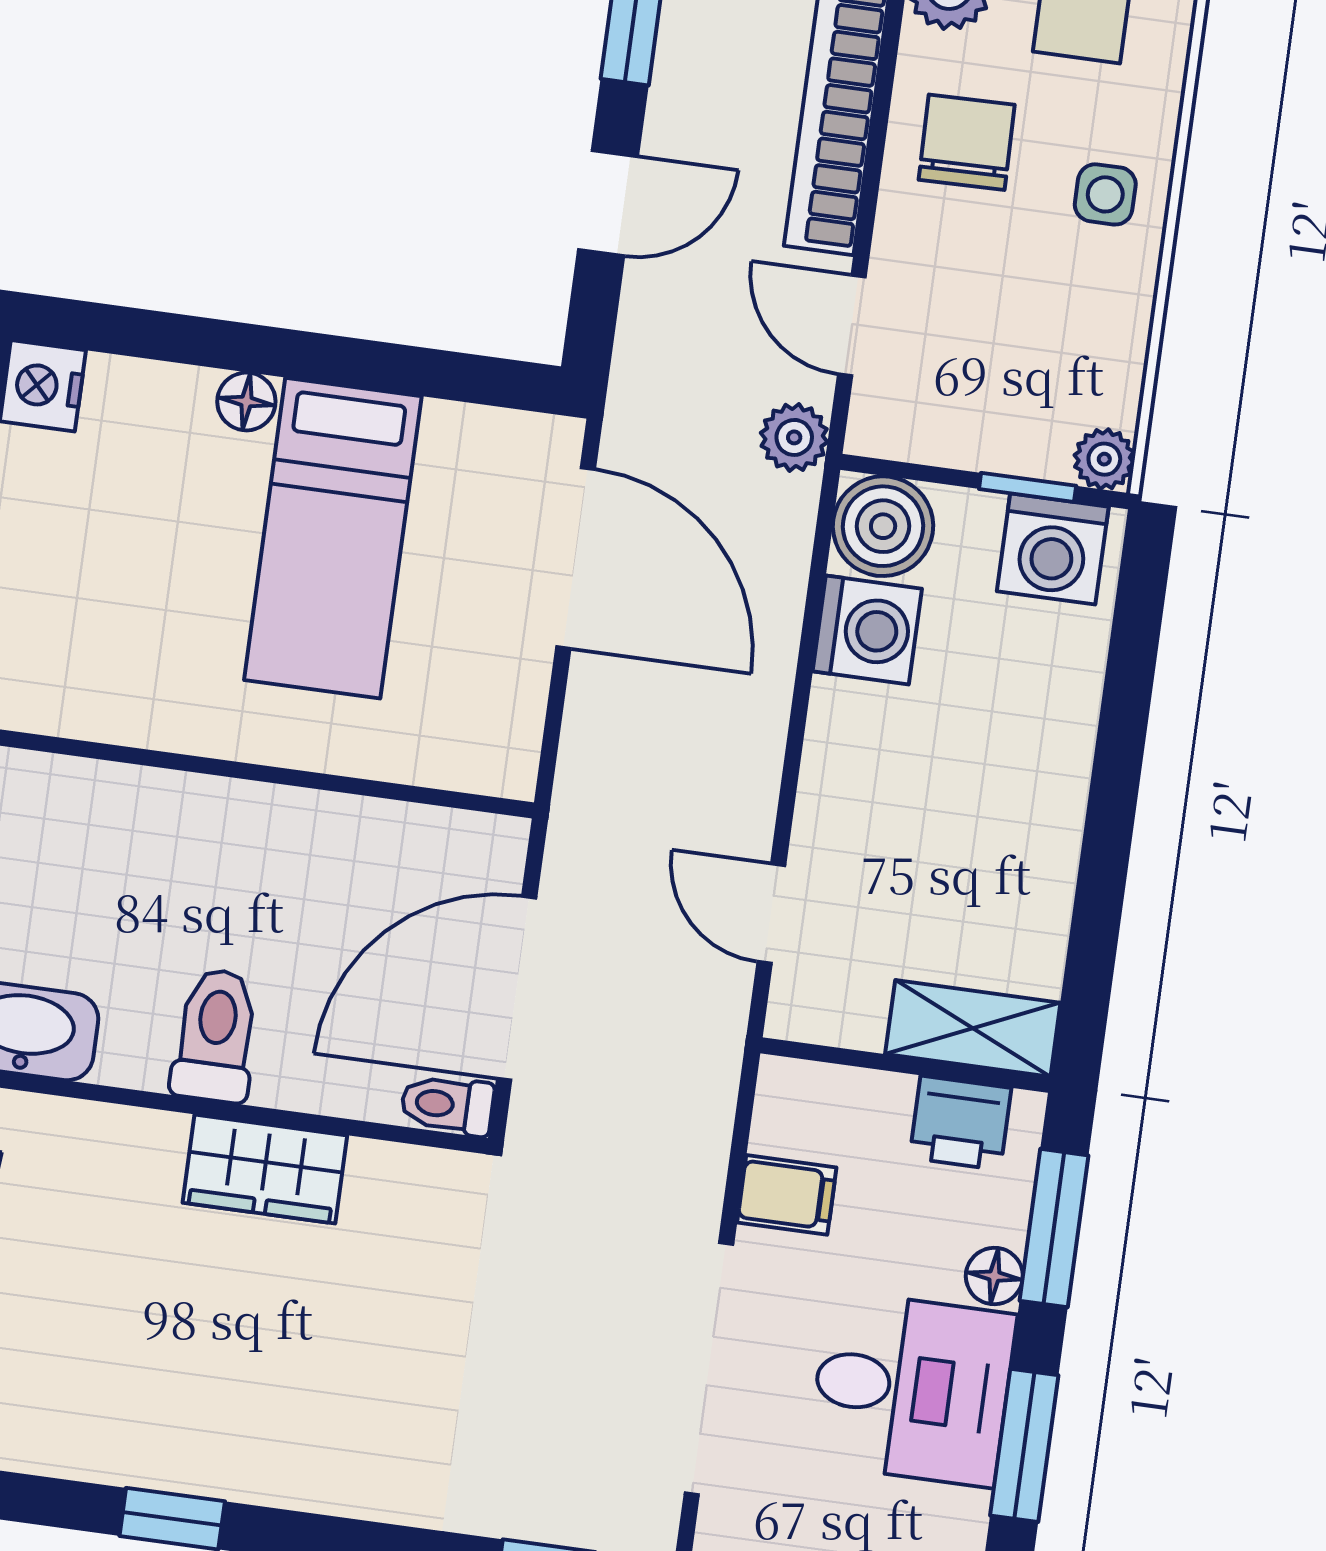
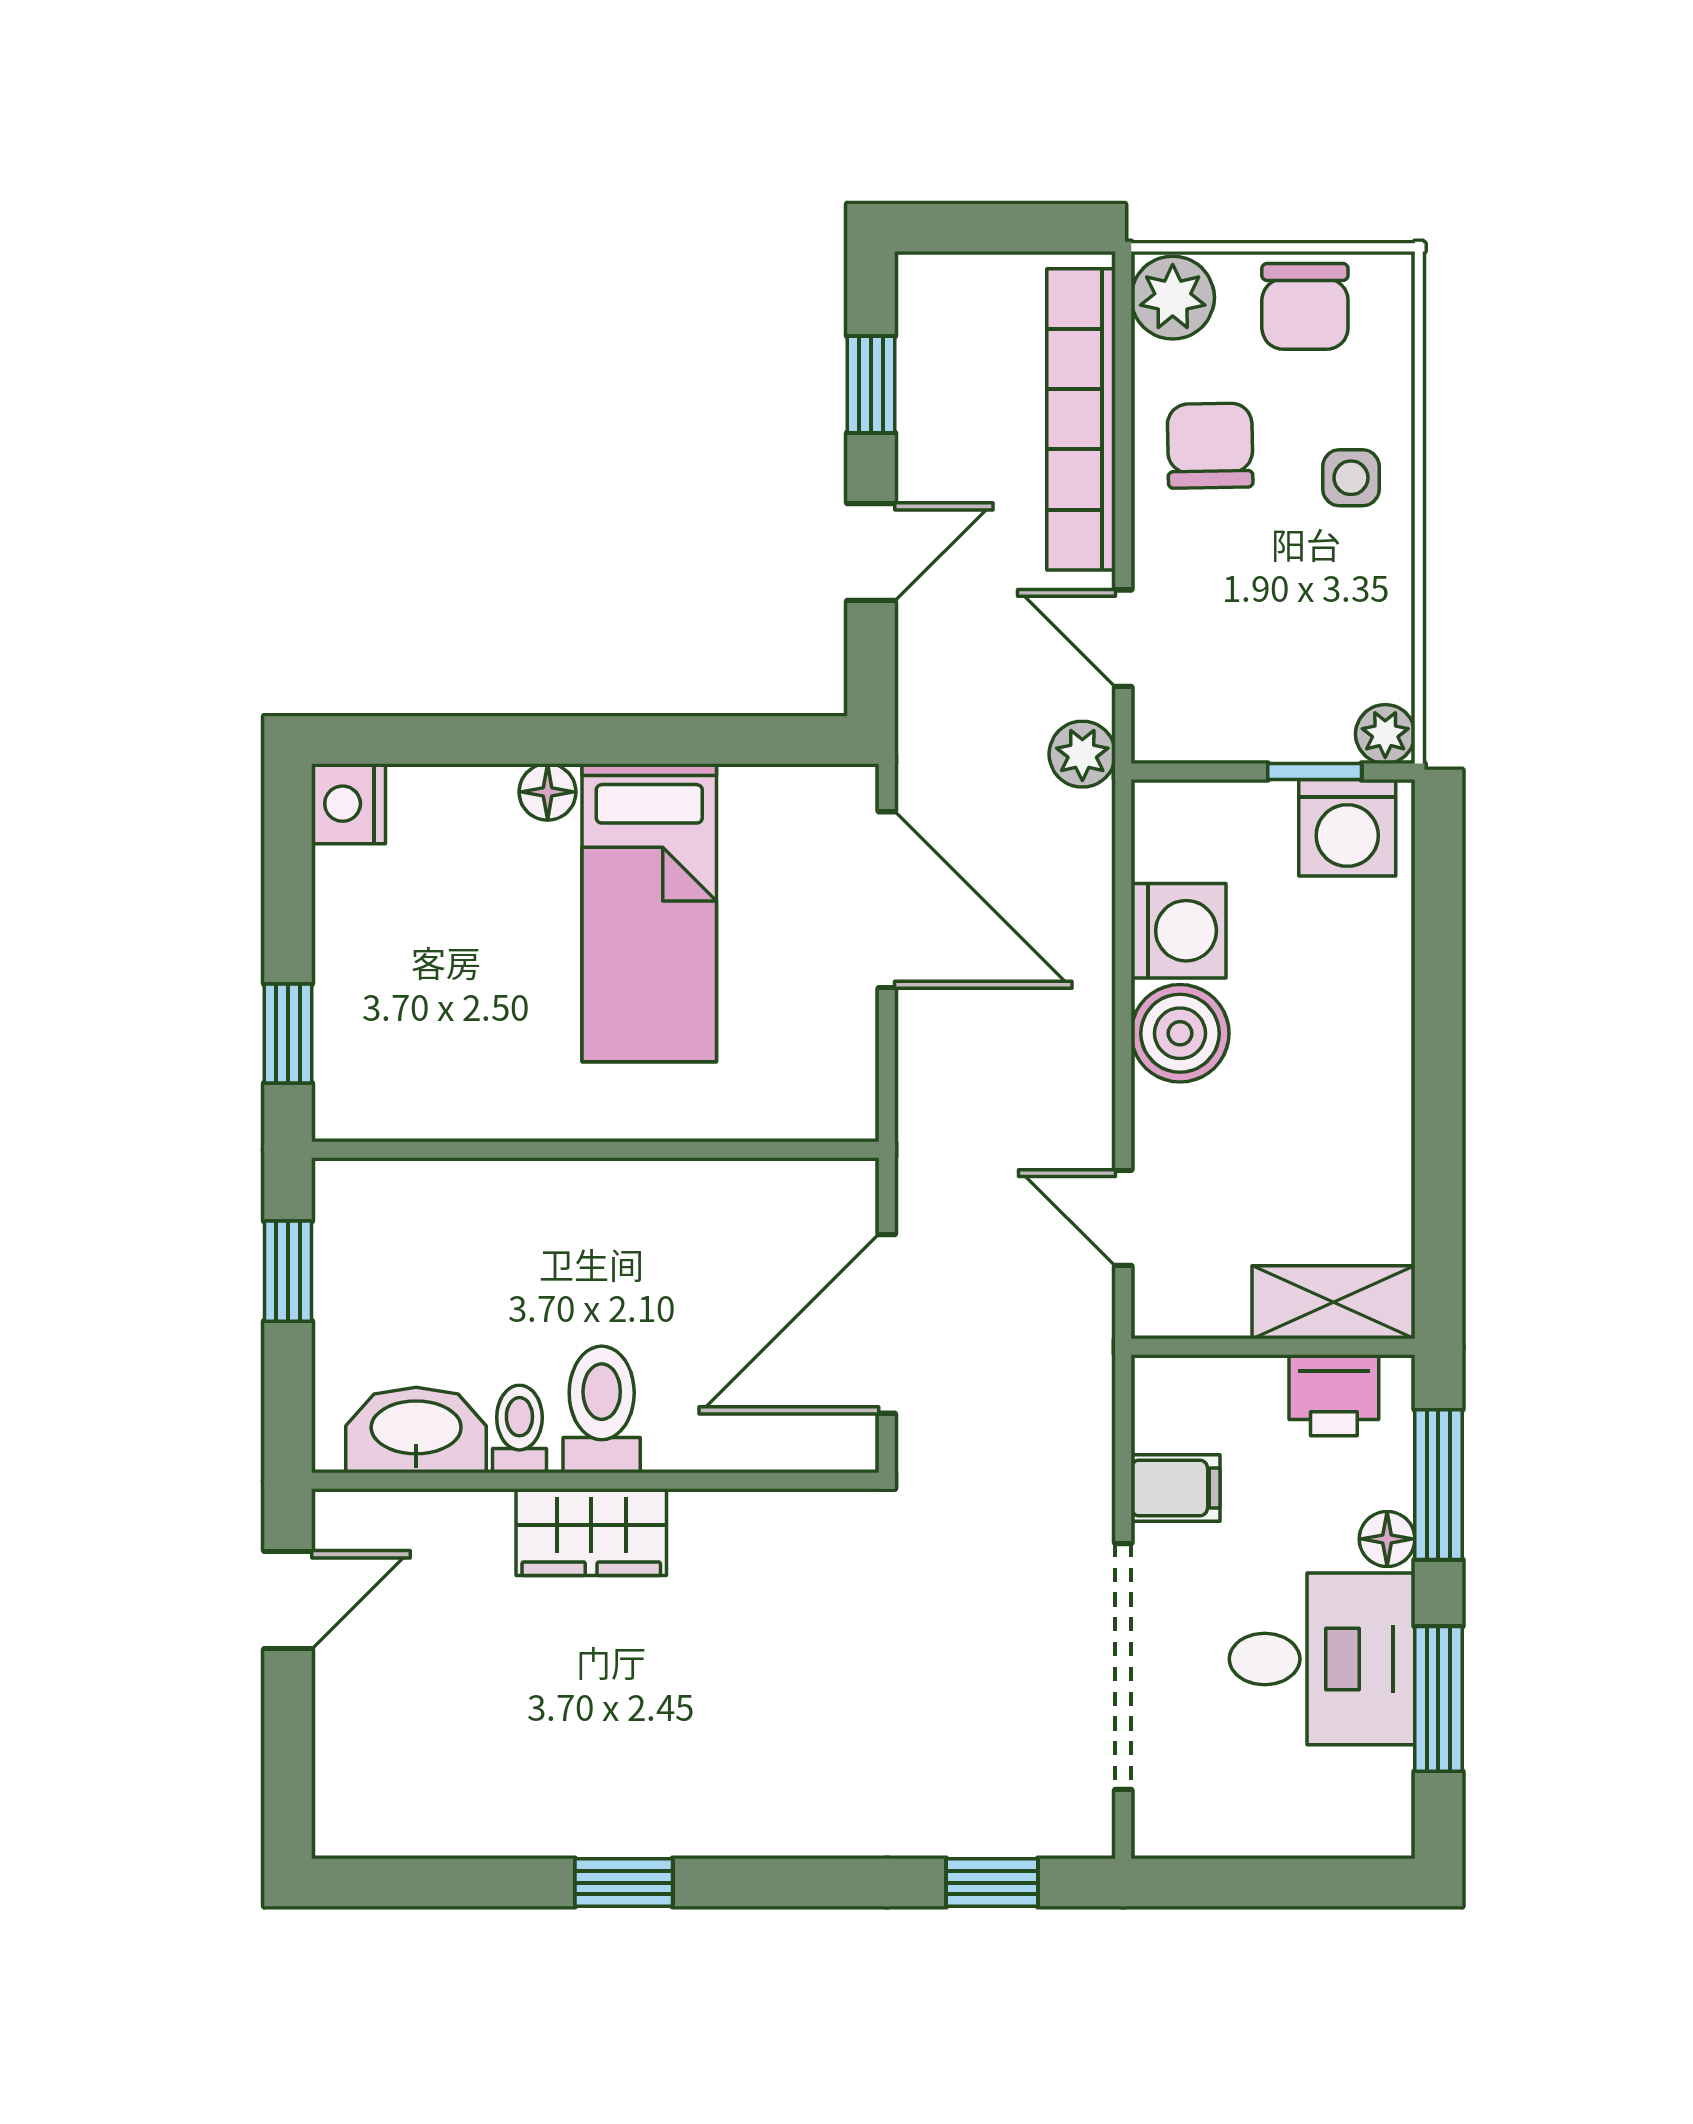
boiler: (883, 526) -> (1180, 1033), moved
toilet: (447, 1105) -> (519, 1429), moved, turned 90
wardrobe: (265, 1169) -> (591, 1532), moved

